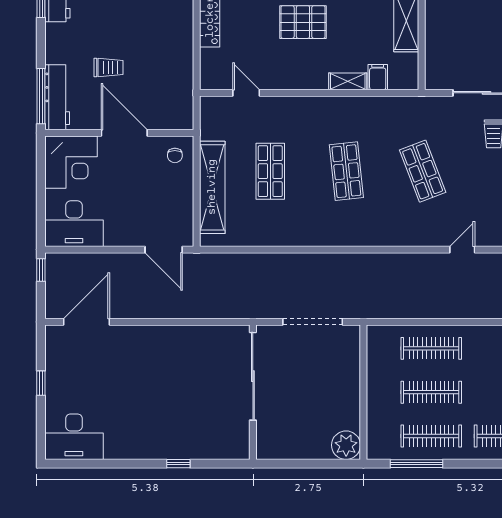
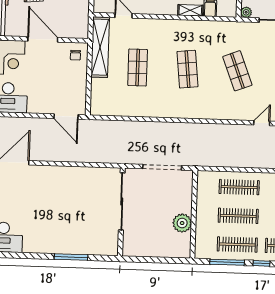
plant: (433, 82) -> (246, 12), added
shelving: (212, 187) -> (100, 47), moved
plant: (346, 445) -> (182, 223), moved
window: (178, 464) -> (71, 257), width x2.17
window: (469, 464) -> (262, 263), added

